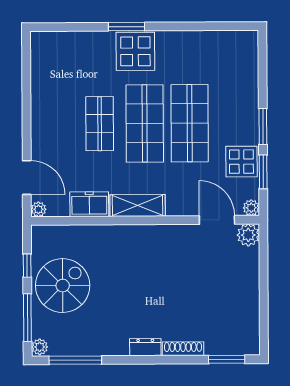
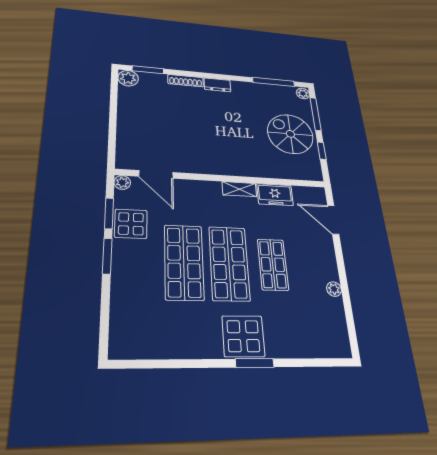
shelving: (138, 206) -> (239, 189), width x0.67, depth x0.75
plant: (38, 209) -> (334, 289), moved
plant: (248, 235) -> (128, 78), moved
spiral stairs: (63, 286) -> (290, 134), turned 90

